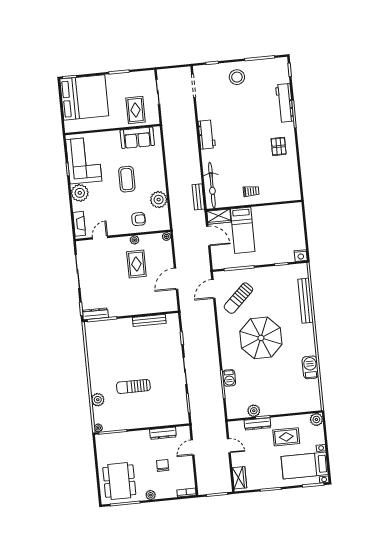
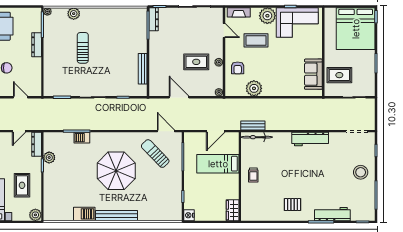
workbench: (207, 134) -> (310, 139), width x1.38
coffee table: (127, 179) -> (256, 40), moved
bicycle: (212, 185) -> (257, 137), width x0.73, depth x0.71
wardrobe: (219, 217) -> (233, 210), moved
bench: (306, 301) -> (117, 216), moved
dresser: (257, 424) -> (37, 144), moved
dresser: (163, 433) -> (37, 45), moved

